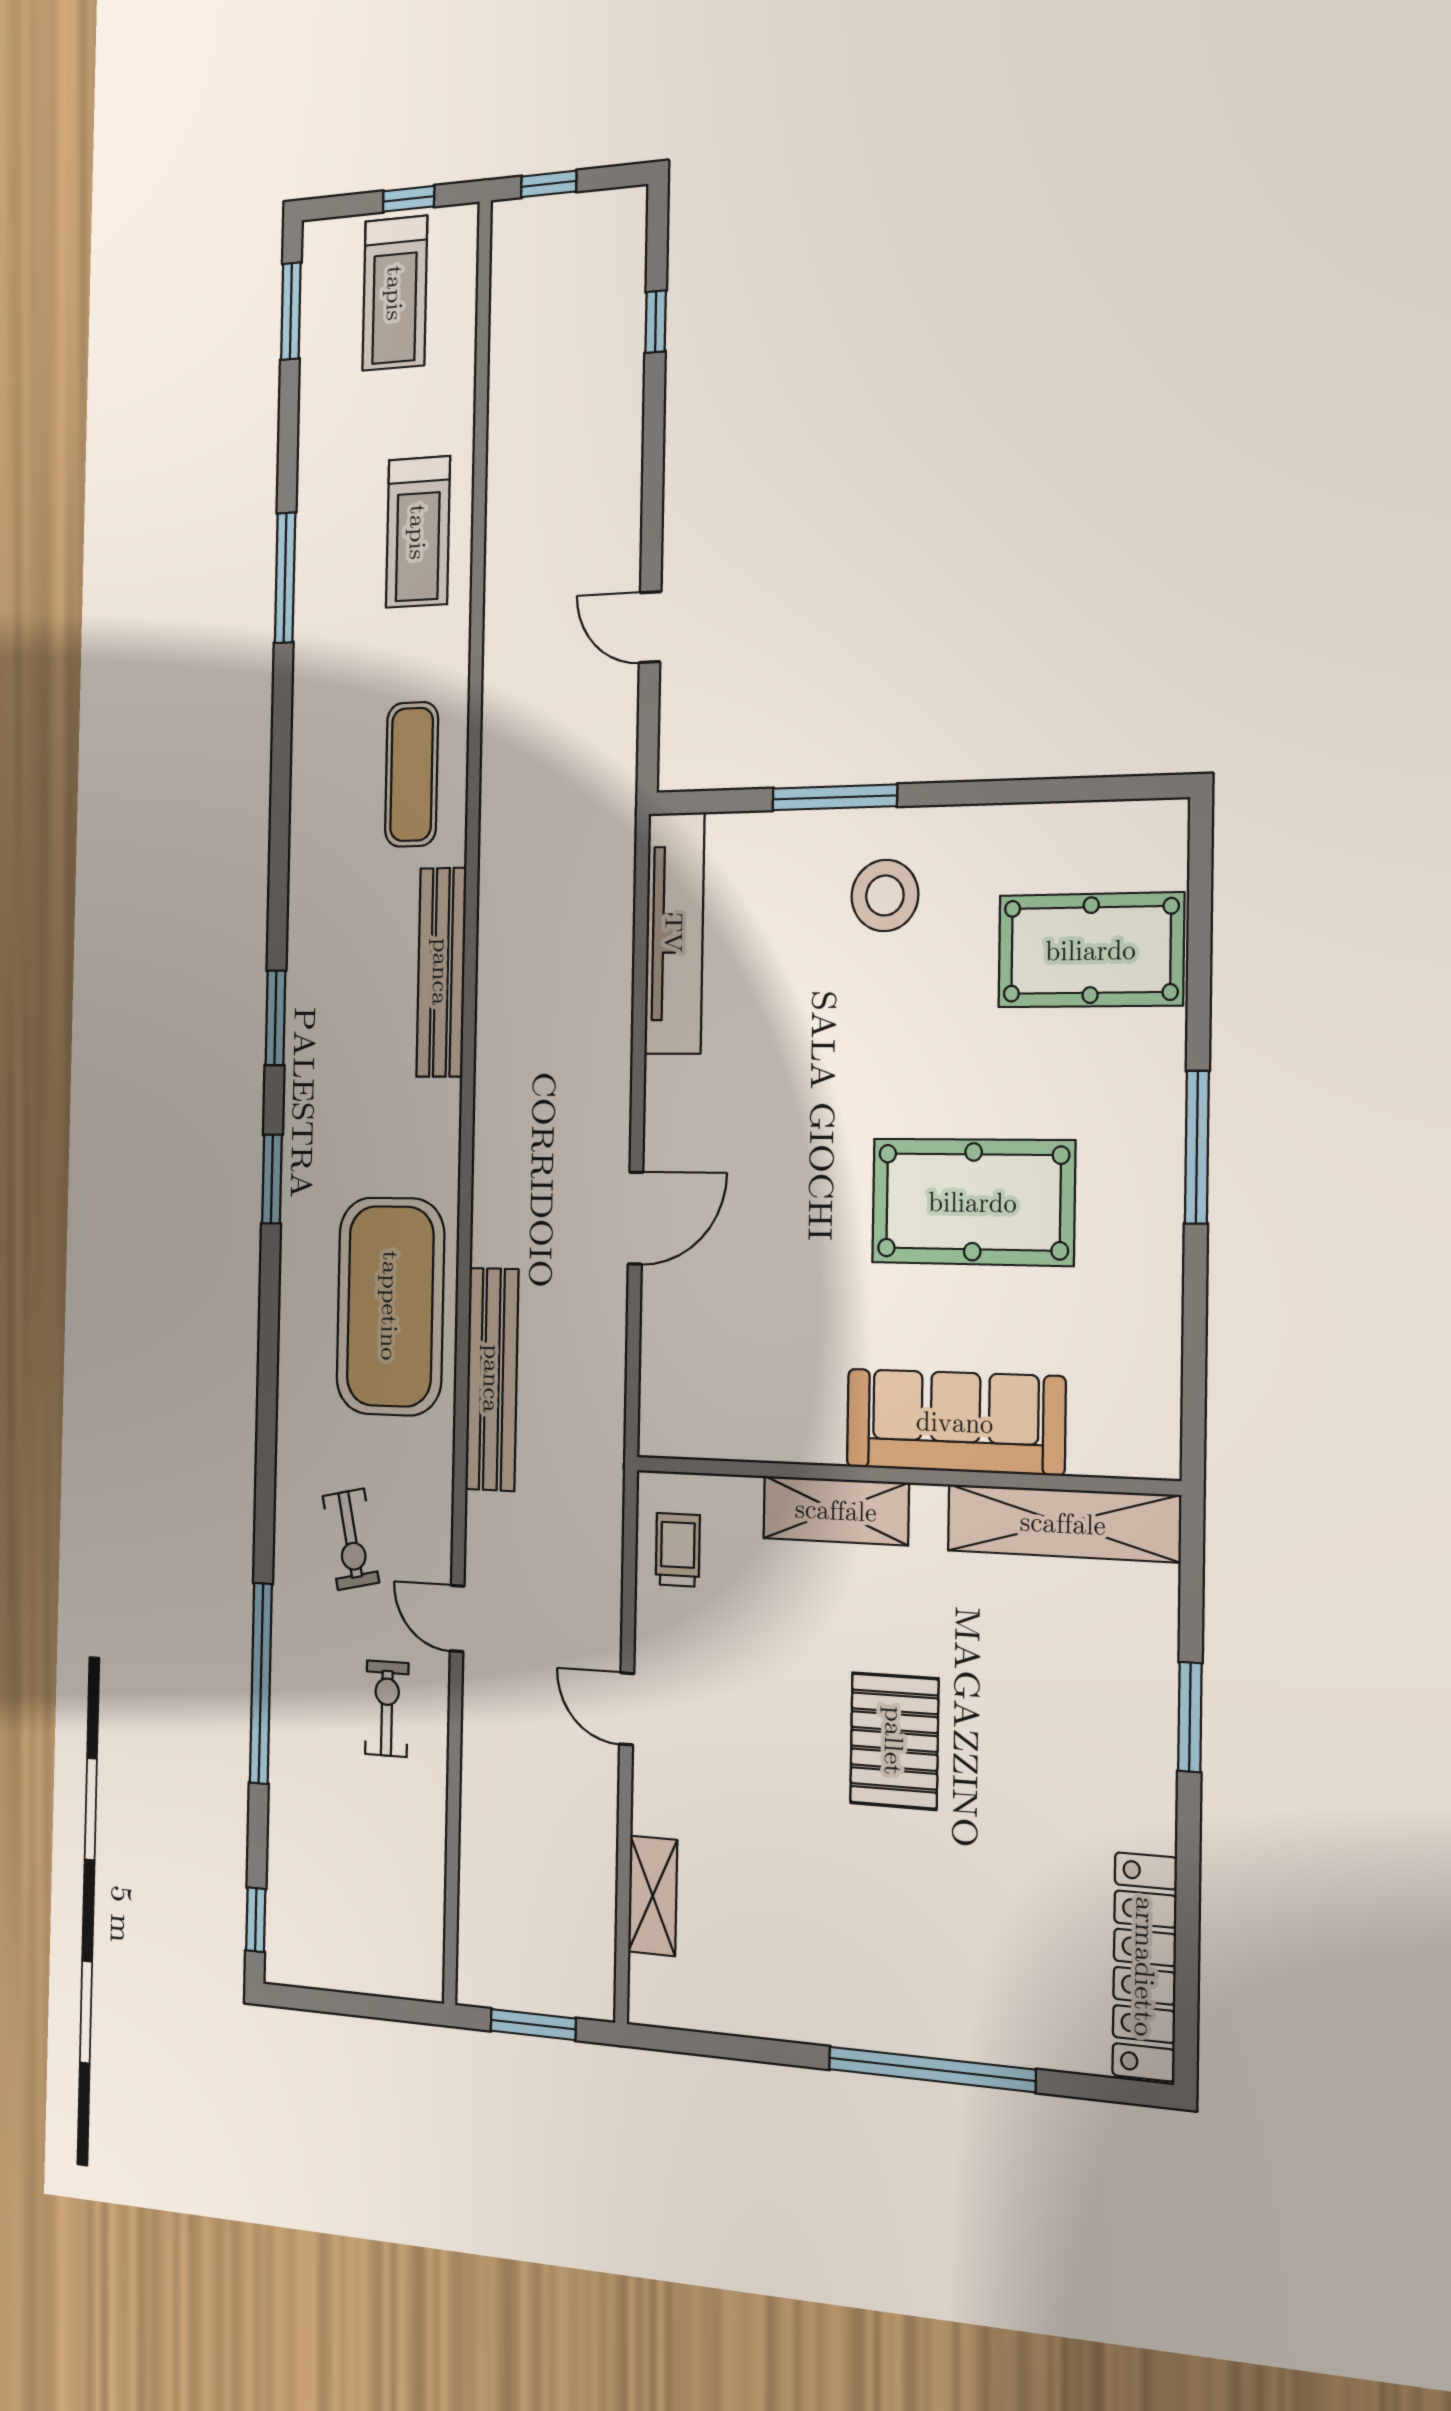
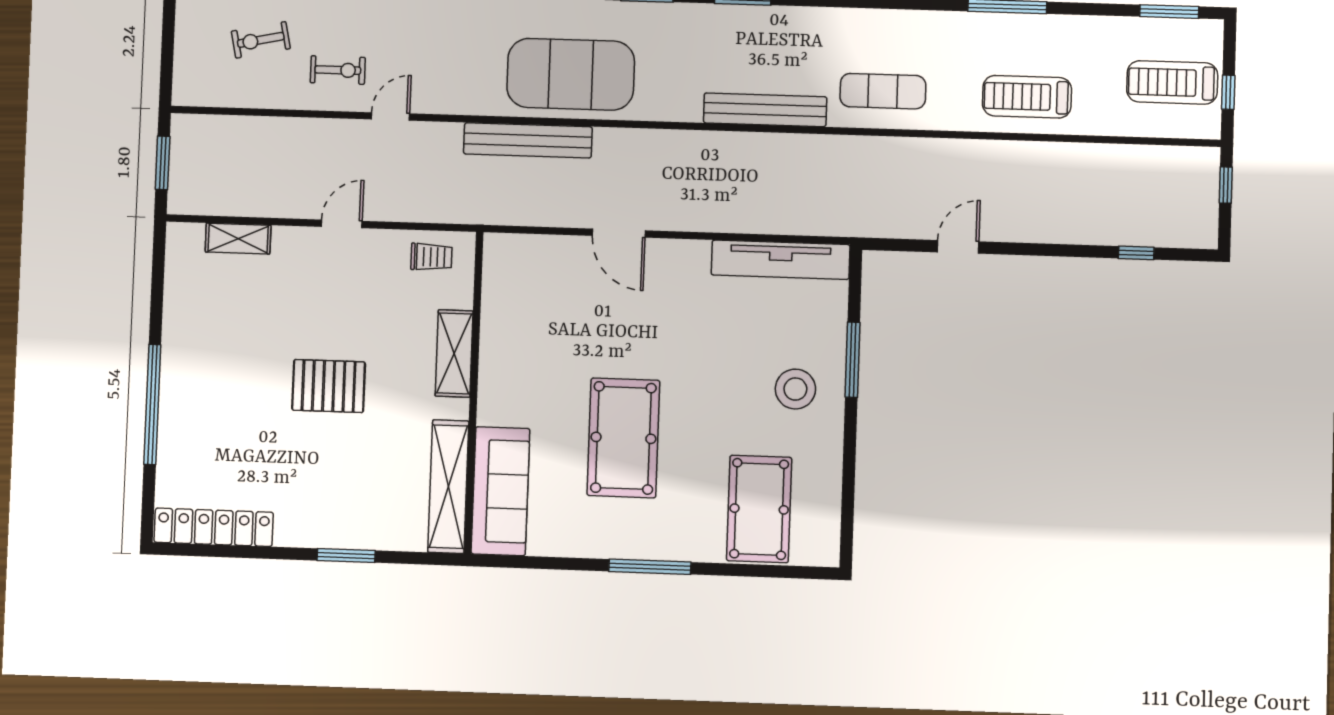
sofa: (955, 1422) -> (500, 491), moved
exercise bike: (351, 1539) -> (261, 40), moved

